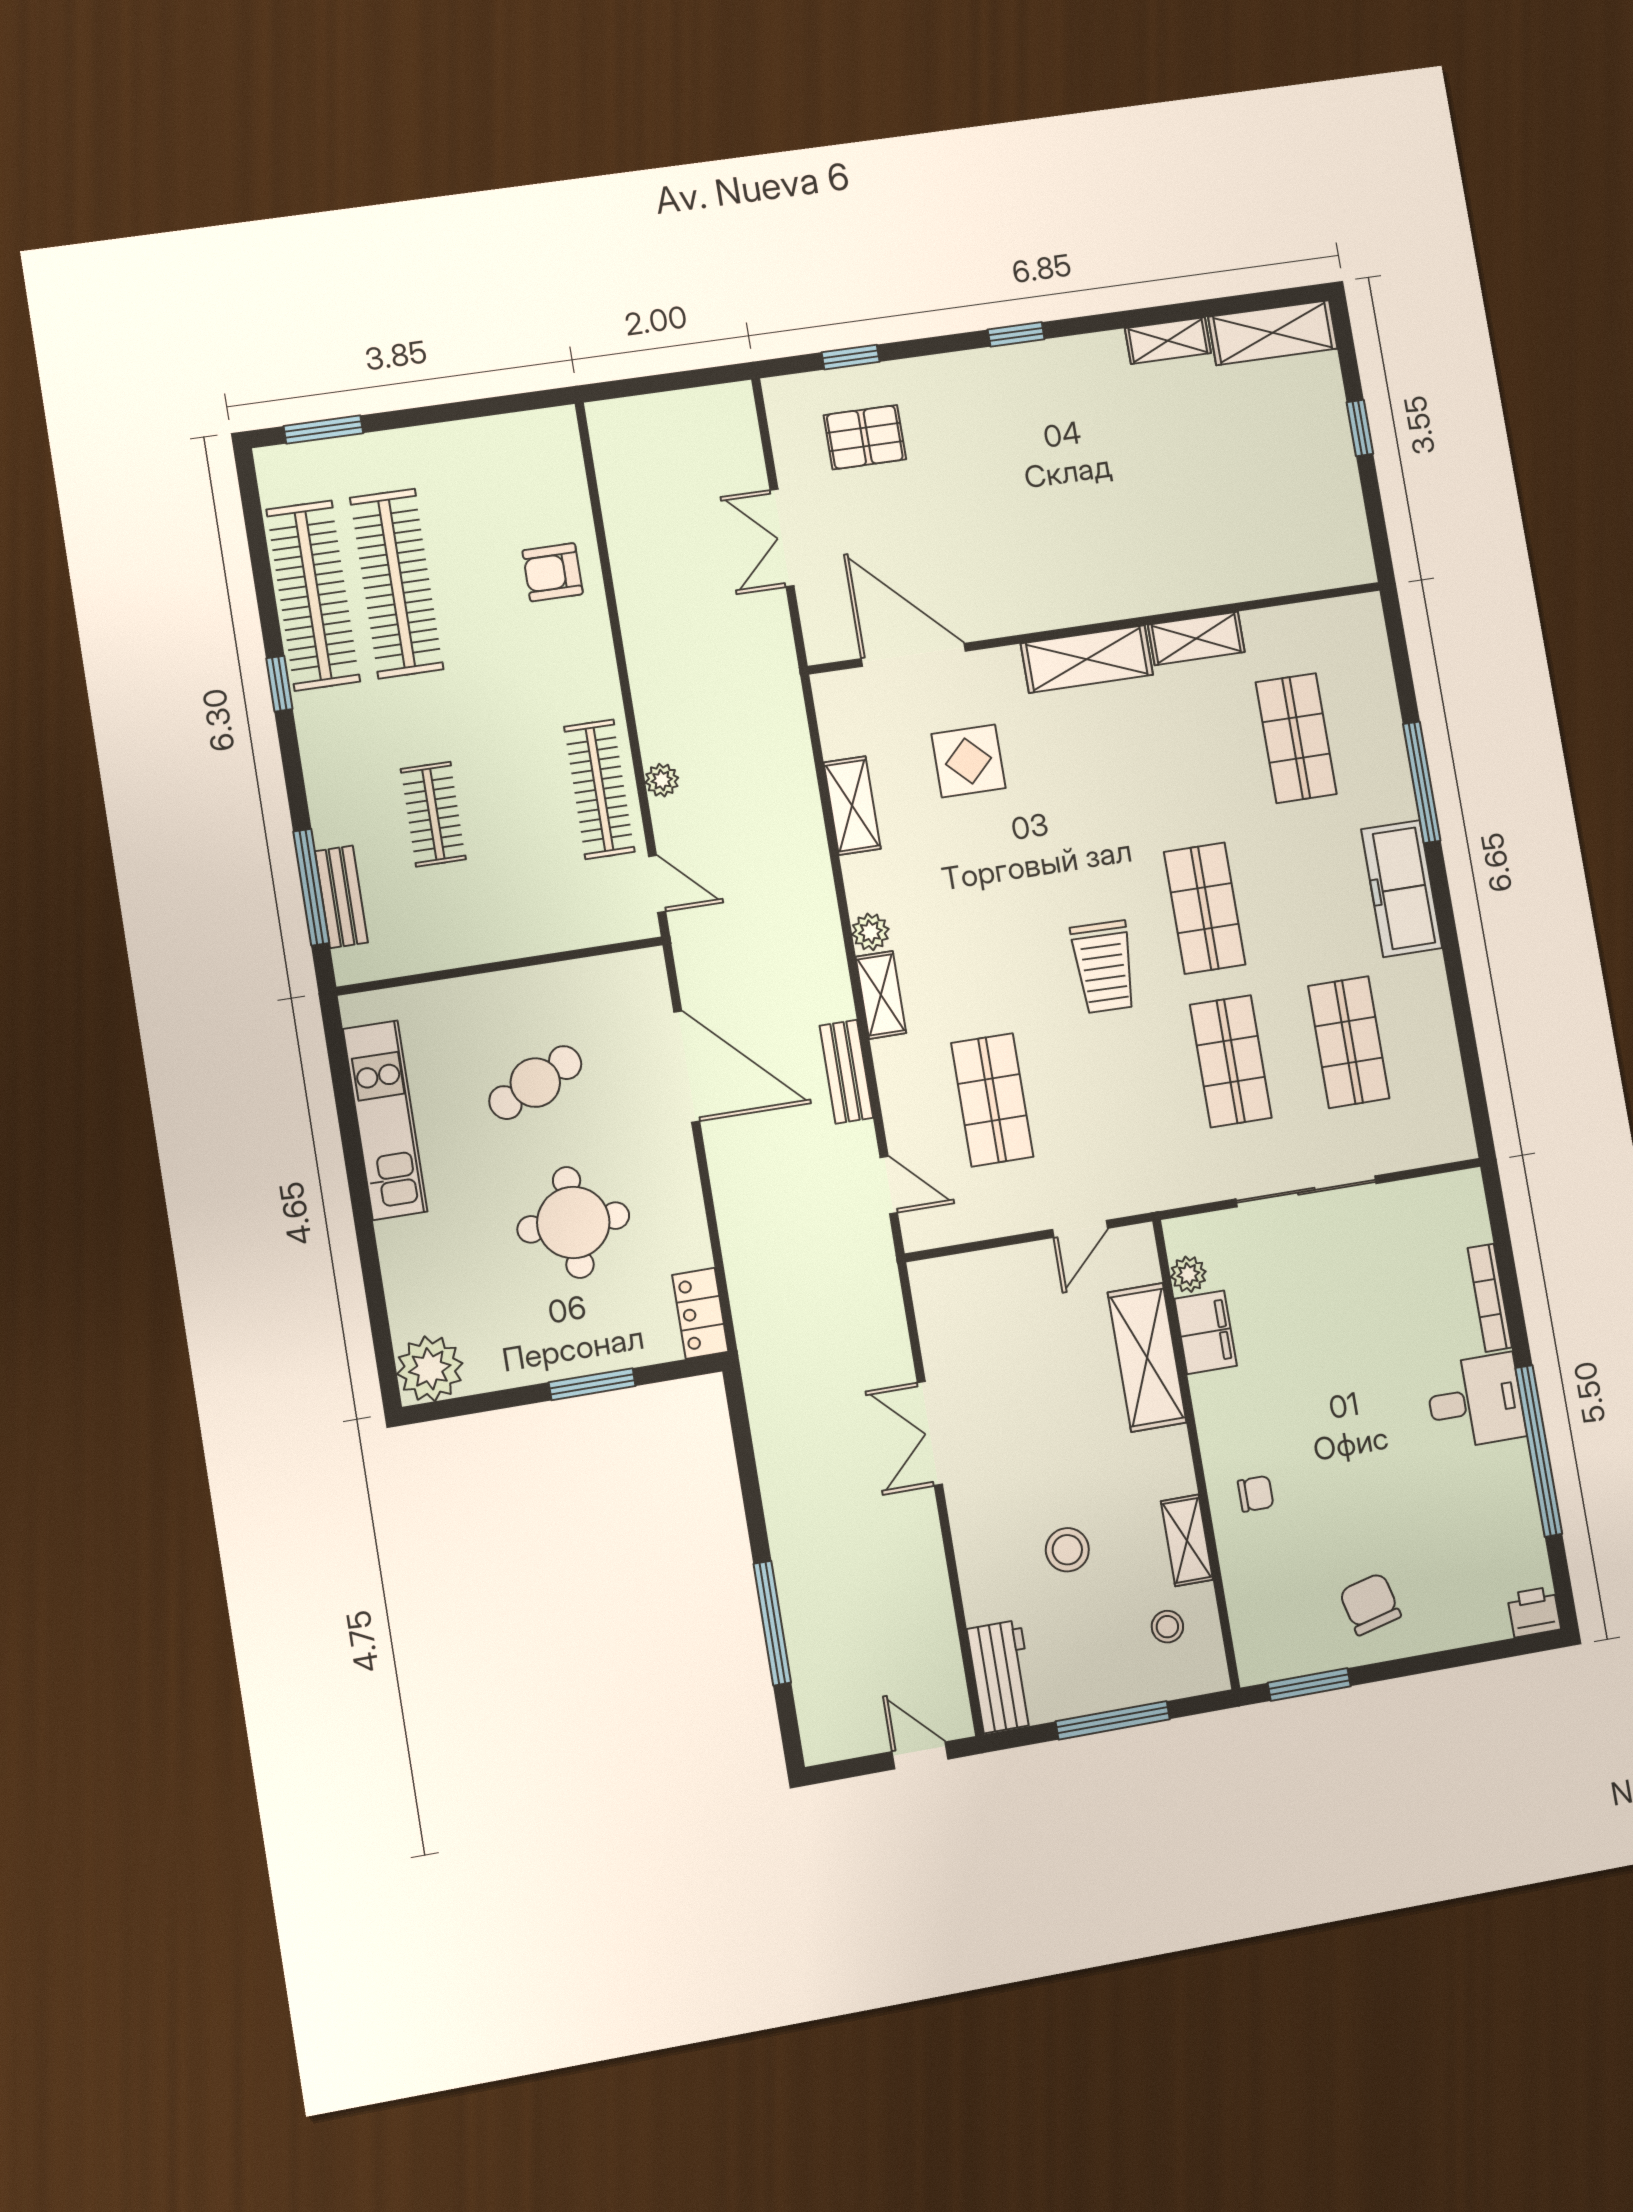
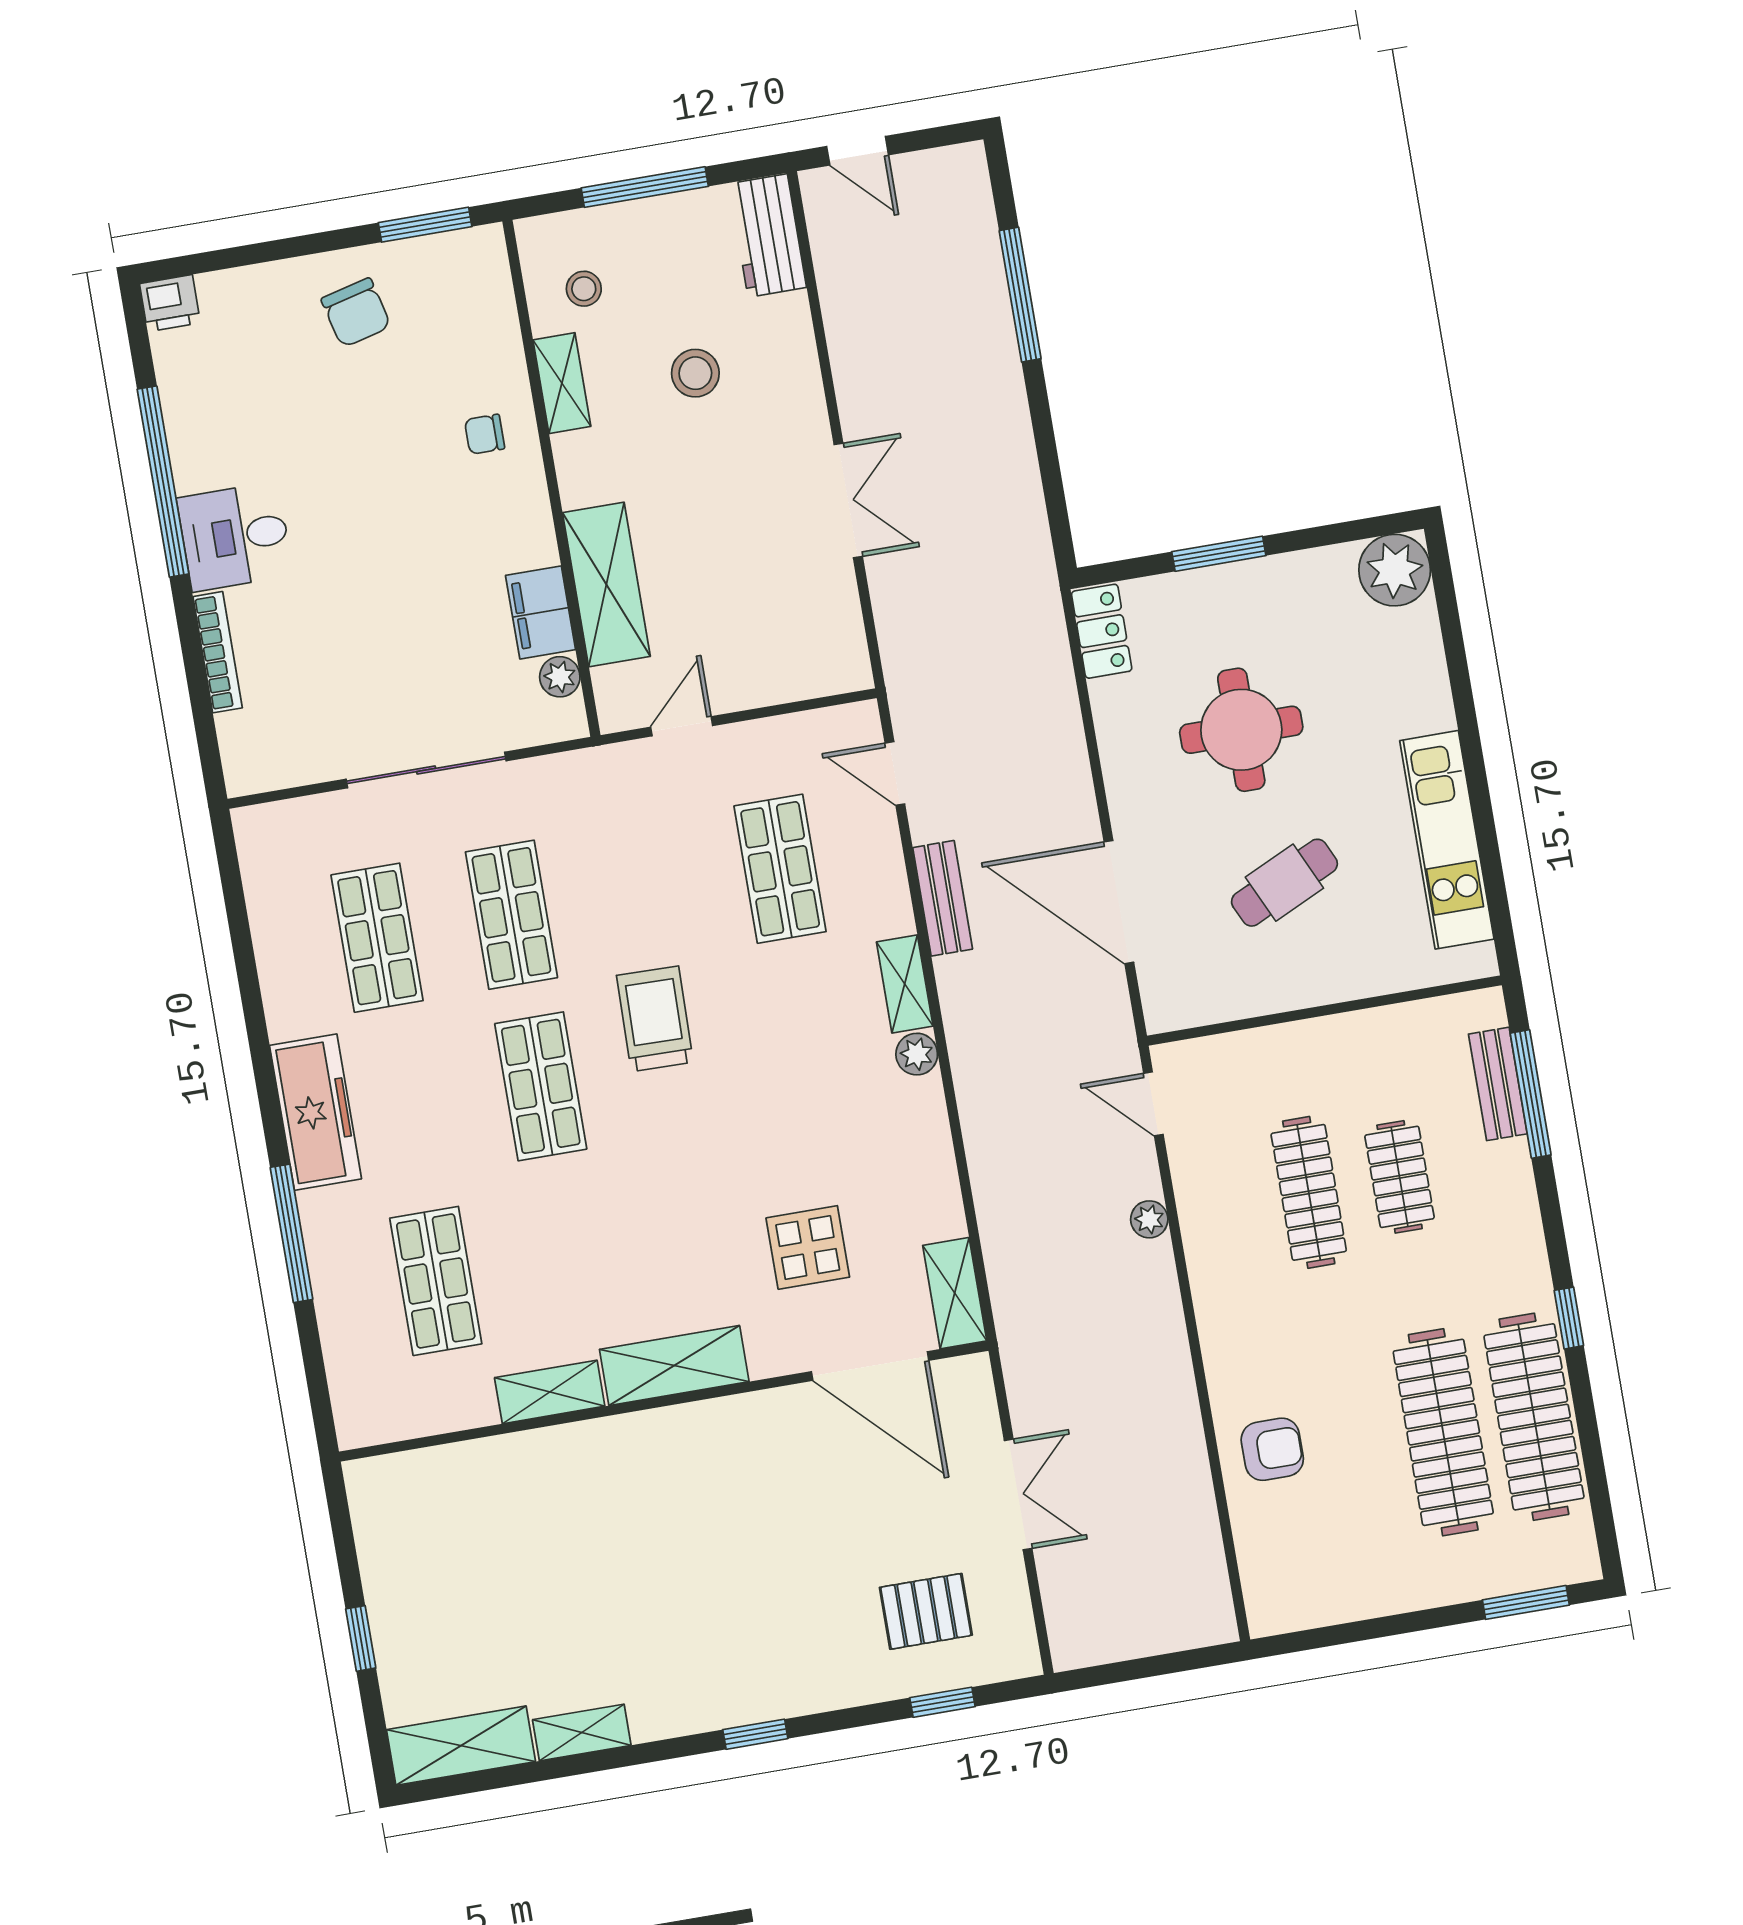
clothes rail: (599, 789) -> (1309, 1192), moved
shelving: (852, 806) -> (955, 1293), moved

